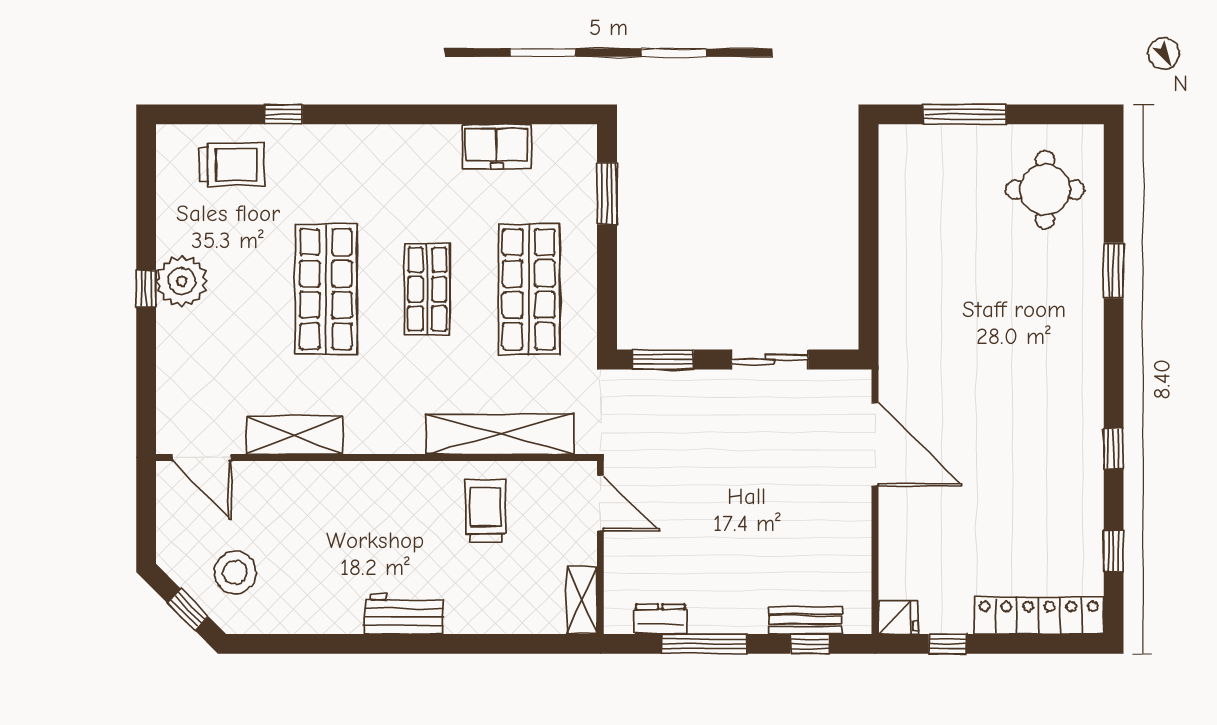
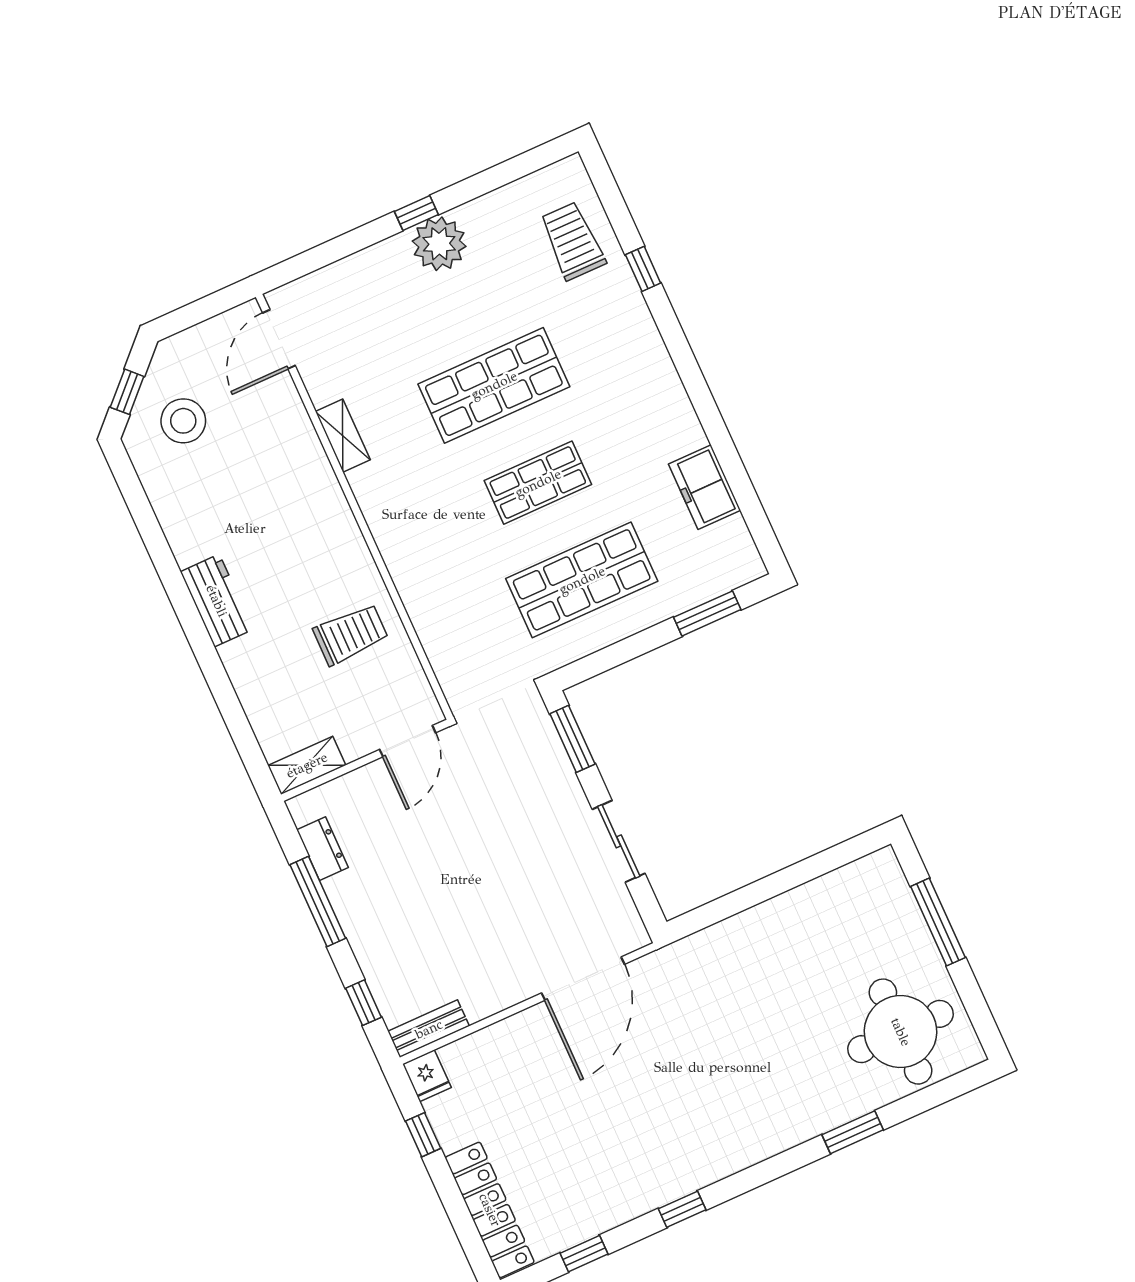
trolley: (232, 165) -> (573, 241), turned 180
round table: (1045, 190) -> (901, 1032), width x1.36, depth x1.36
shelving: (500, 434) -> (430, 615), removed
shelving: (294, 435) -> (343, 436), width x0.67, depth x0.75
bench: (806, 620) -> (429, 1029), moved, turned 90

